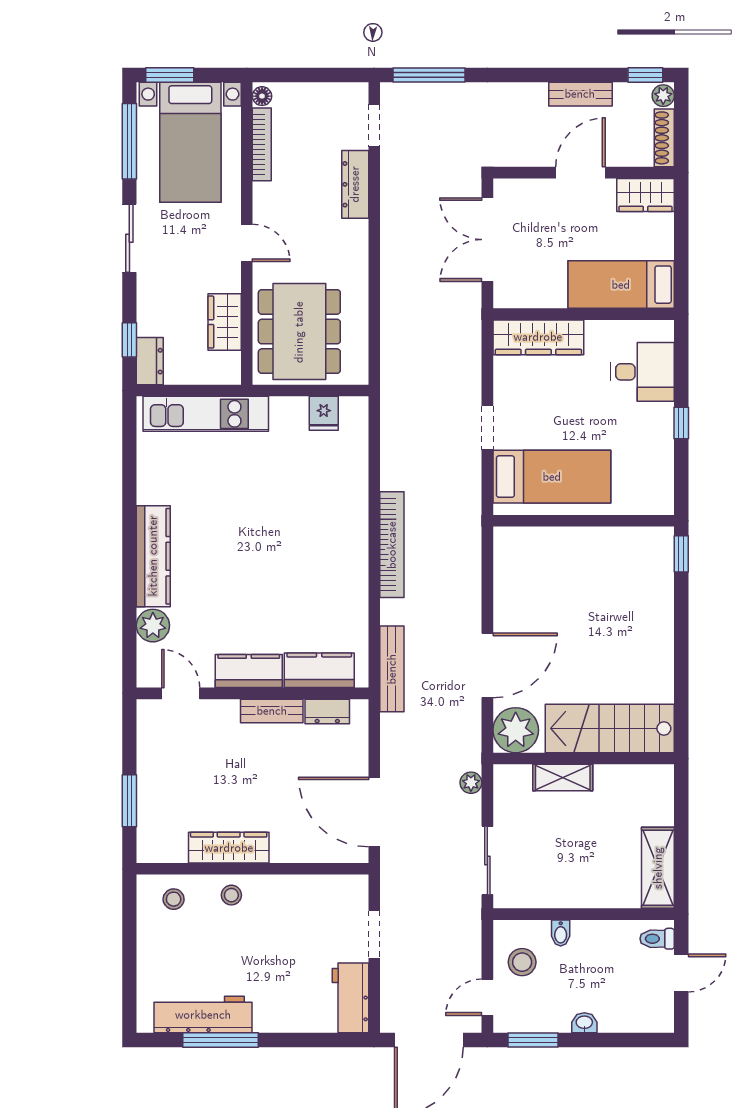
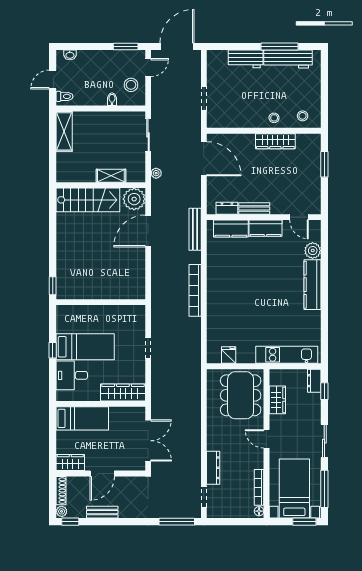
bed: (552, 477) -> (85, 347), moved, turned 180
workbench: (350, 998) -> (246, 59), moved, turned 90
washbasin: (584, 1023) -> (70, 55), moved

